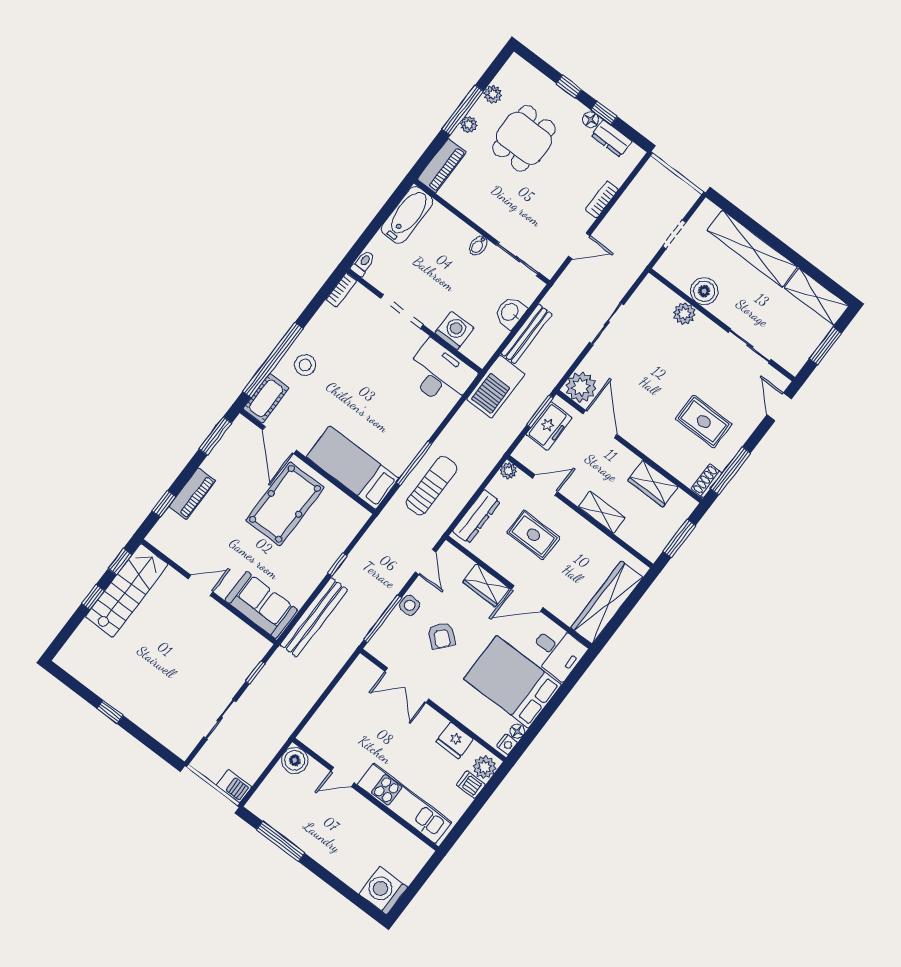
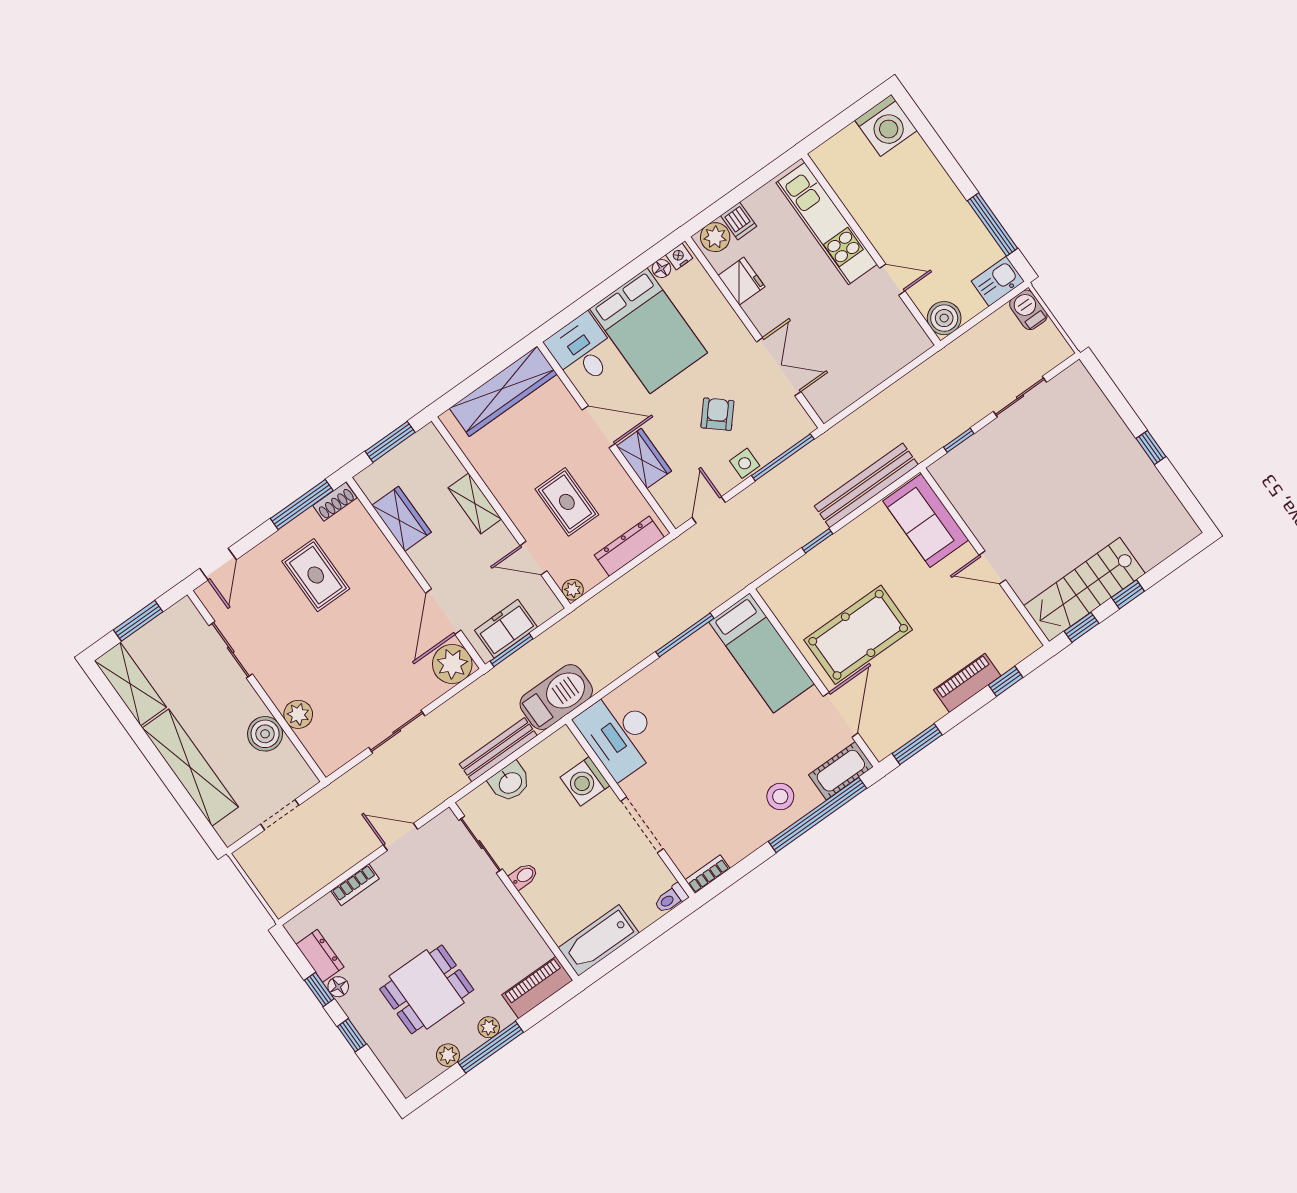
sun lounger: (432, 486) -> (672, 601), removed
kitchen sink: (263, 800) -> (998, 281), added

